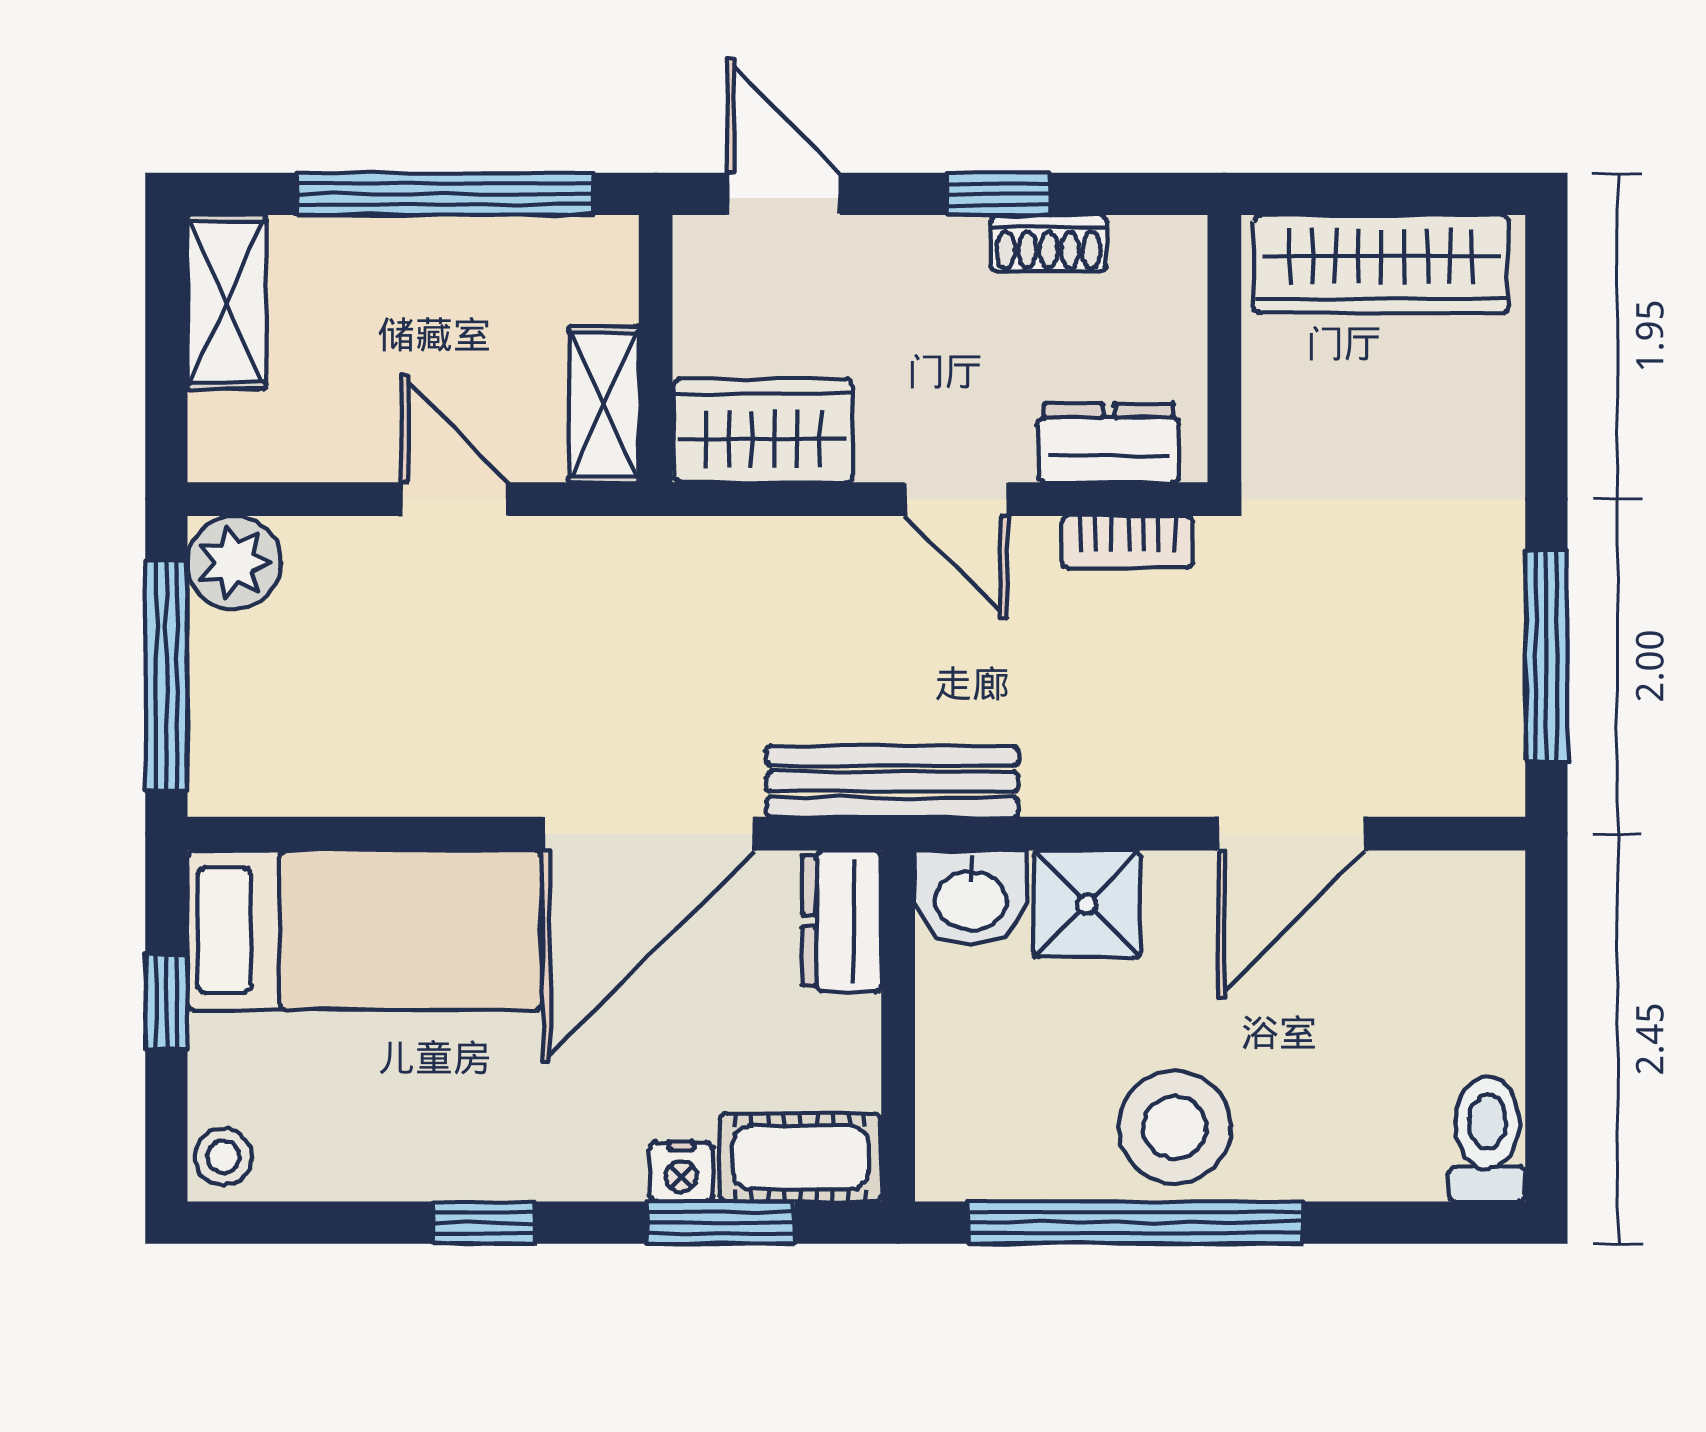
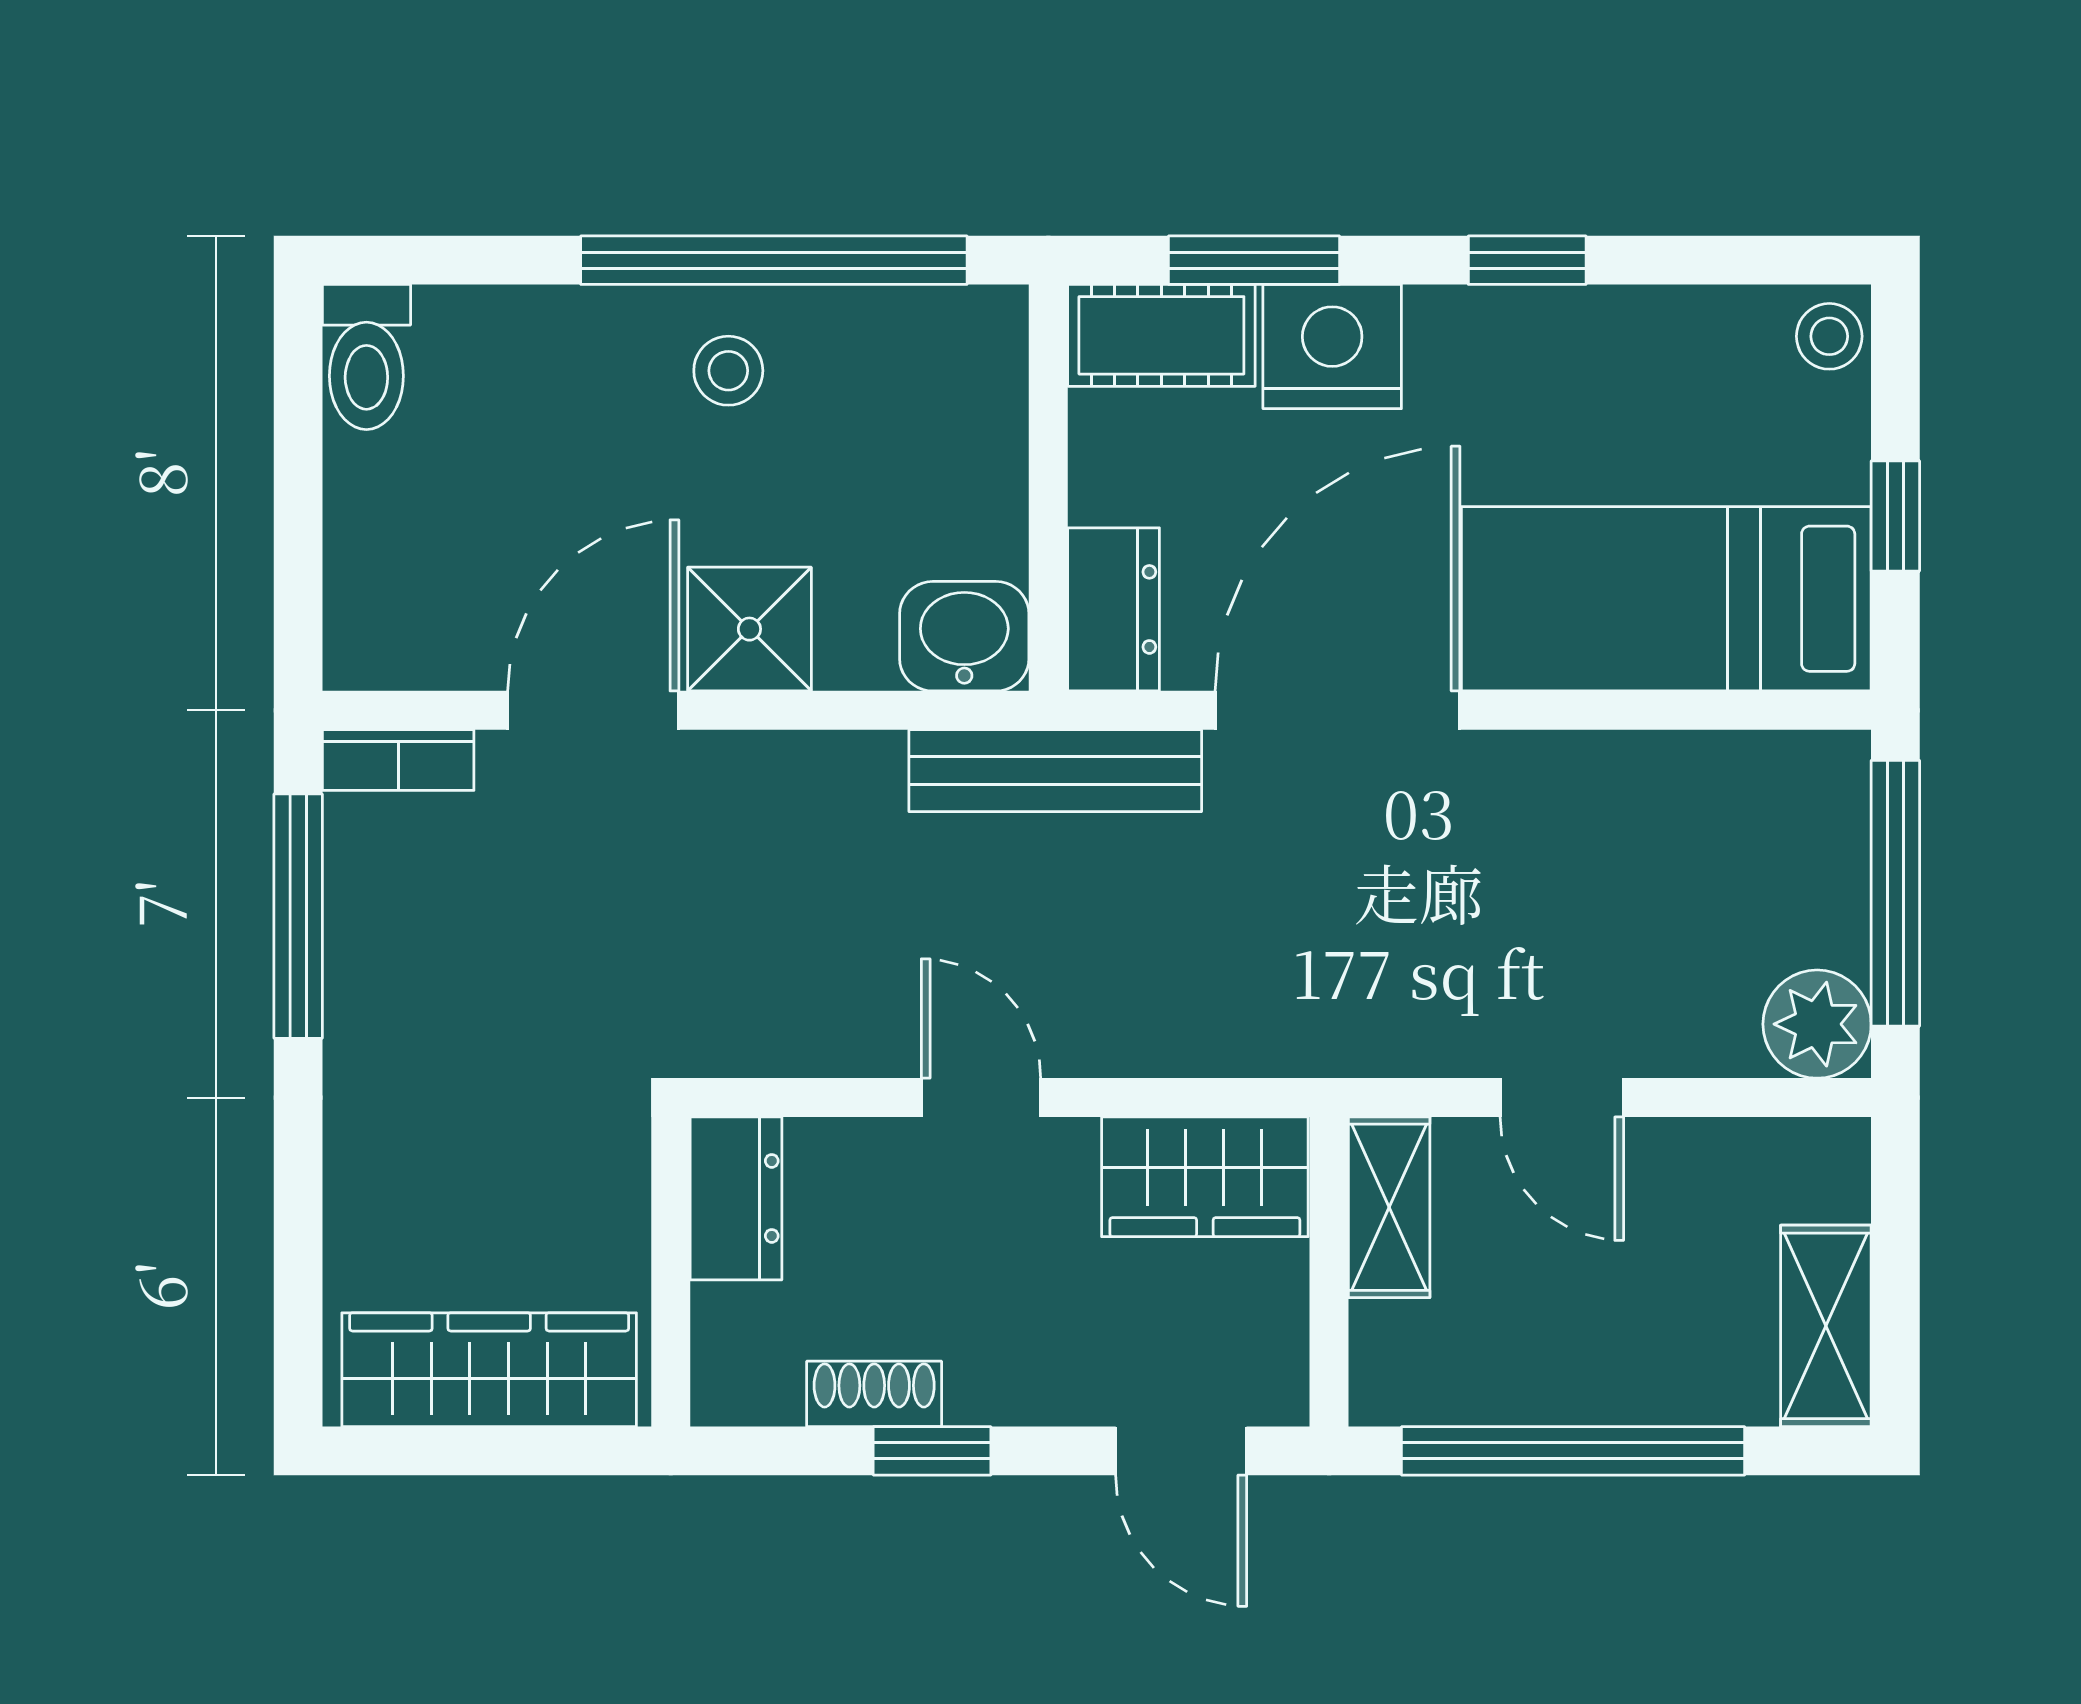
dresser: (1109, 443) -> (736, 1198), moved, turned -90
bookcase: (1127, 542) -> (398, 760), moved, turned 180
shower: (1087, 904) -> (749, 629), moved
stool: (1175, 1127) -> (728, 371), width x0.53, depth x0.53
nightstand: (681, 1172) -> (1332, 347), width x1.89, depth x1.79

